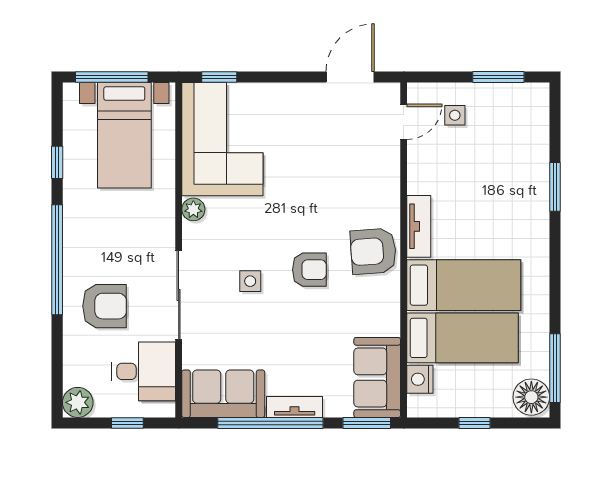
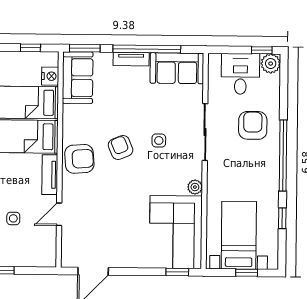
window: (112, 77) -> (247, 273), width x0.46
side table: (455, 115) -> (13, 218), moved
door: (404, 122) -> (59, 214), moved
armchair: (309, 270) -> (121, 148), turned 67
armchair: (104, 306) -> (253, 125), turned 90
desk: (144, 371) -> (240, 74), moved, turned 90
window: (127, 423) -> (262, 50), moved
window: (475, 423) -> (30, 48), moved

